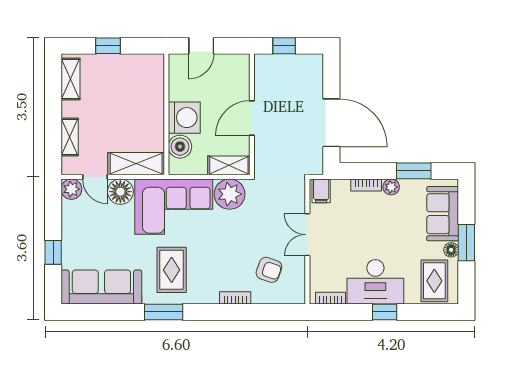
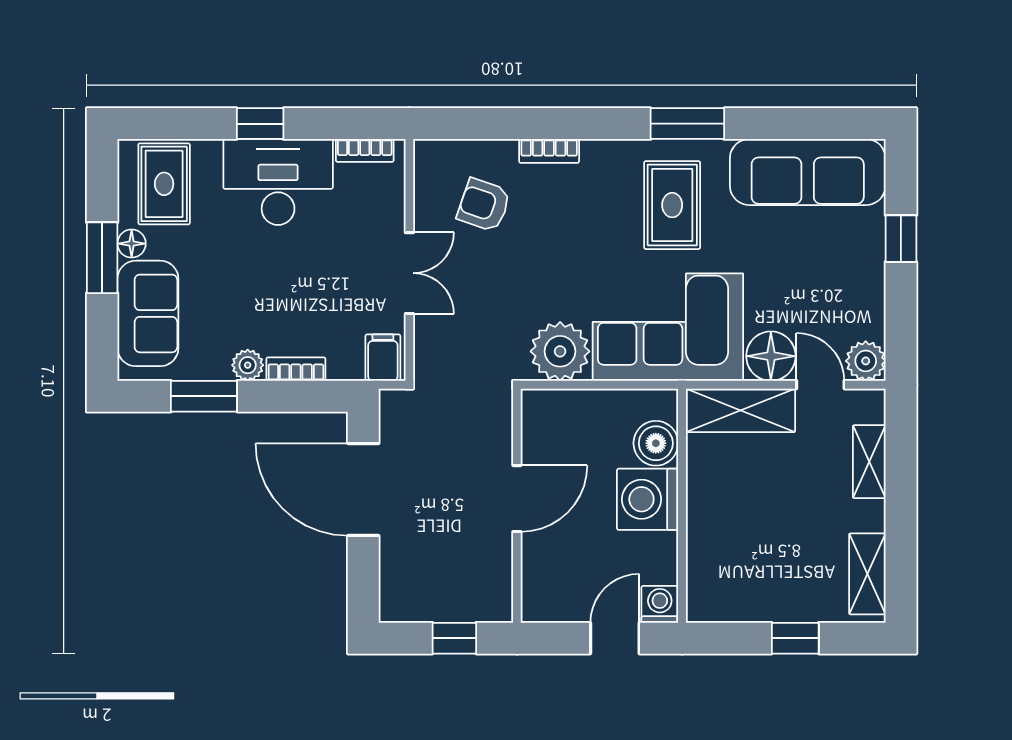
washing machine: (178, 63) -> (660, 604), added
shelving: (229, 165) -> (561, 407), removed

